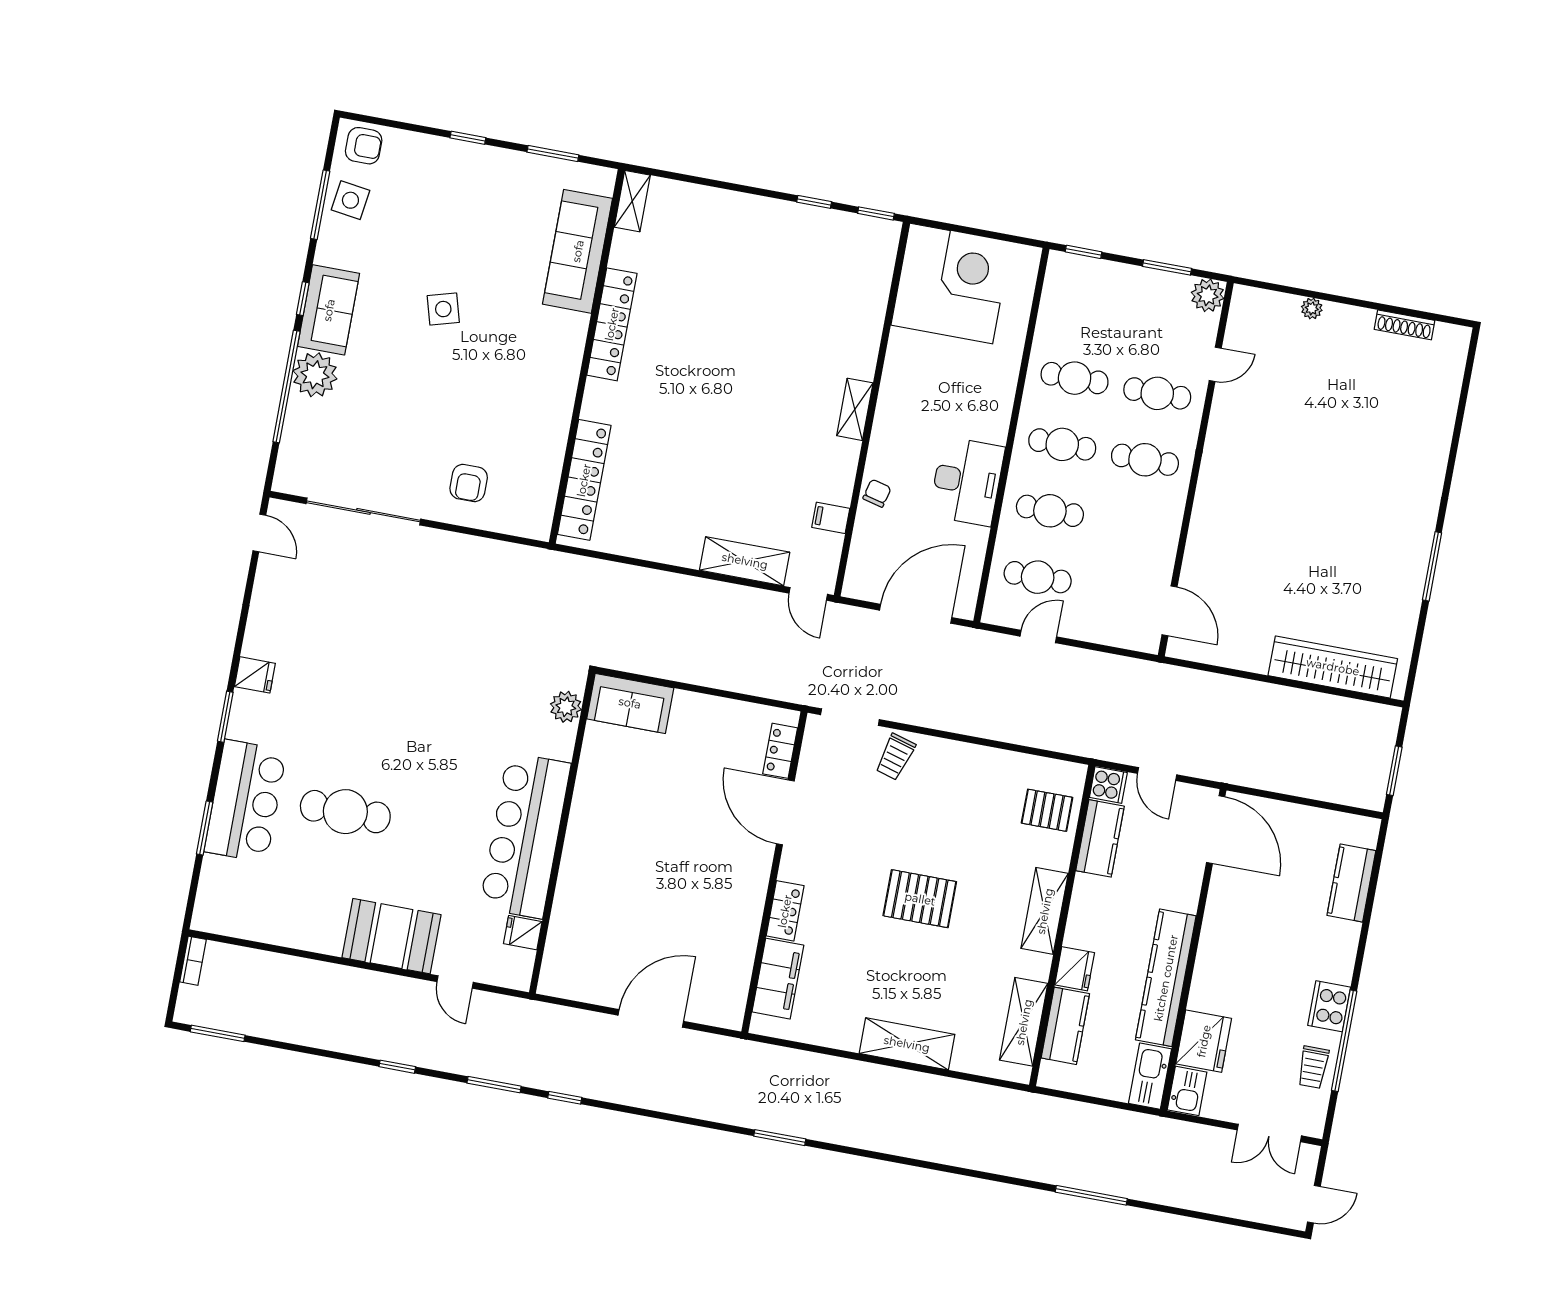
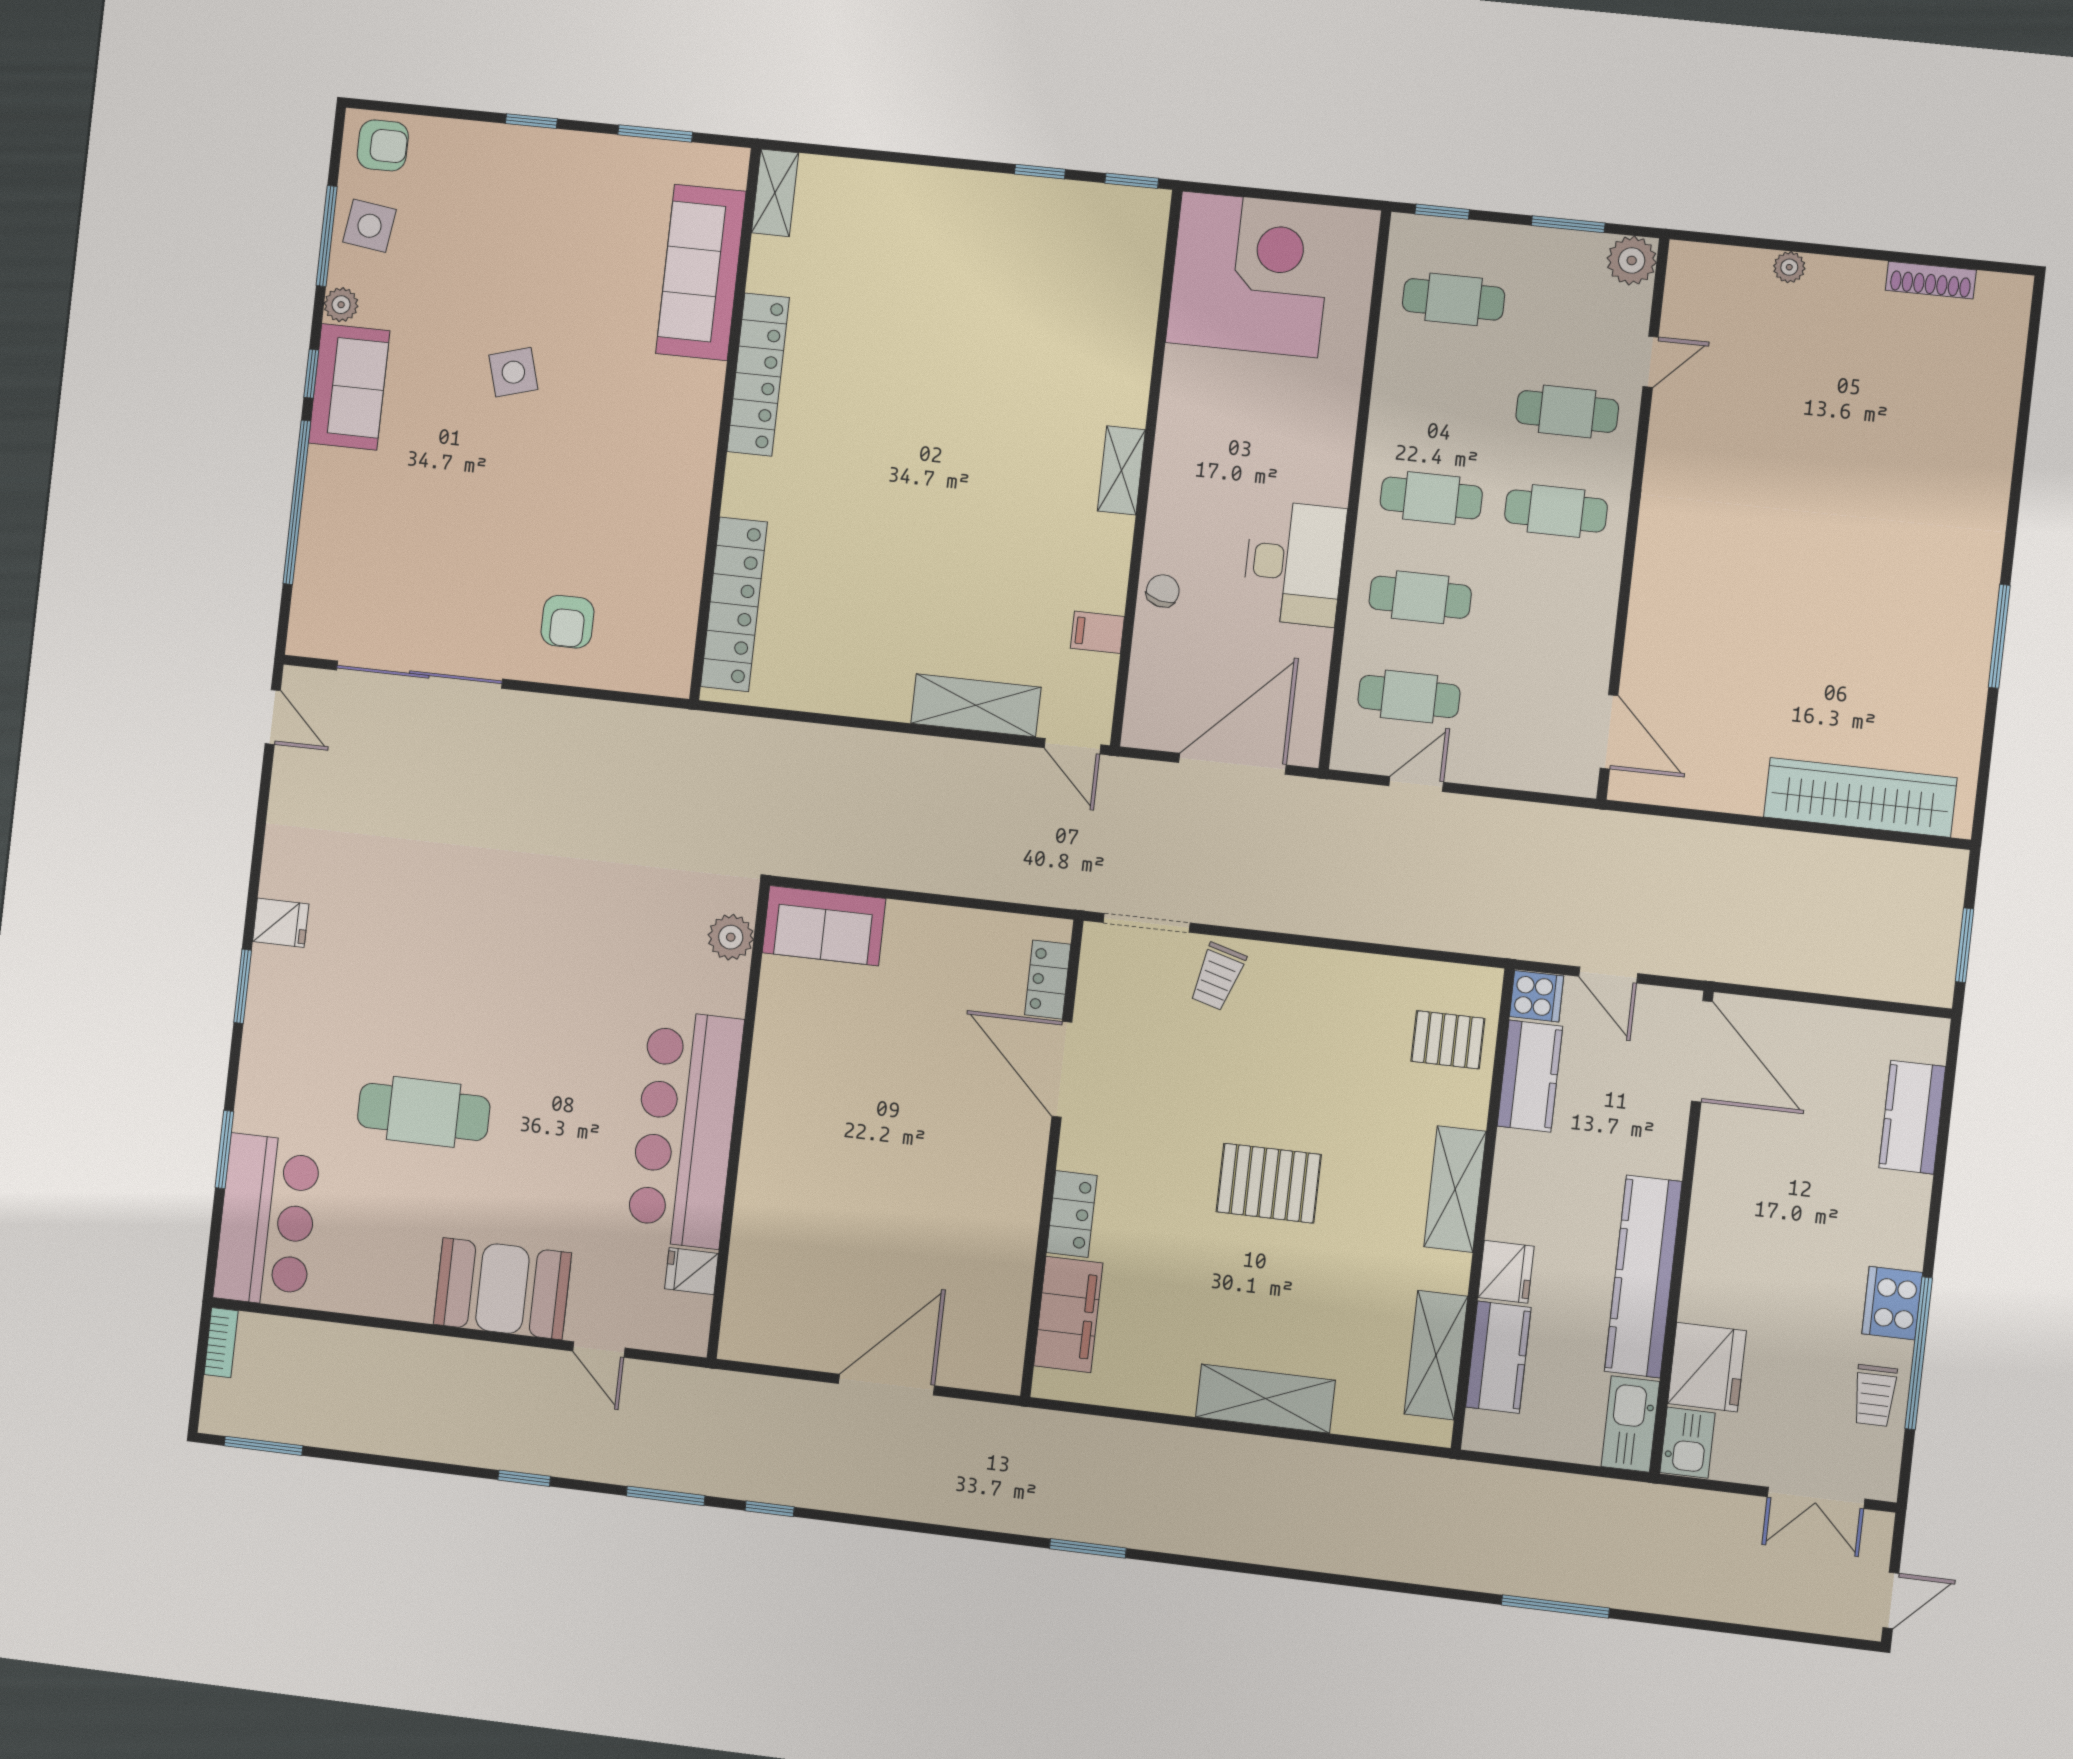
plant: (315, 375) -> (341, 305), moved, width x0.53, depth x0.53
cafe table: (1075, 378) -> (1454, 299), moved
bar counter: (246, 801) -> (267, 1220), moved

